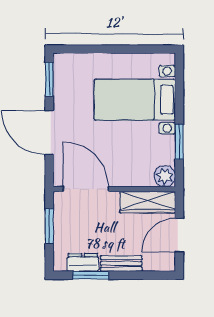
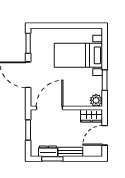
door: (86, 189) -> (50, 108), hinge flipped
wardrobe: (148, 202) -> (91, 116), width x0.67

